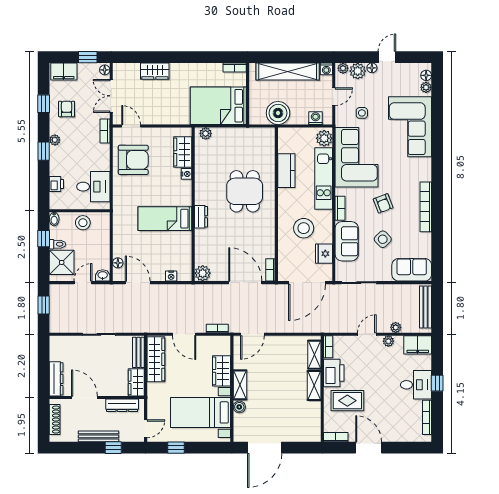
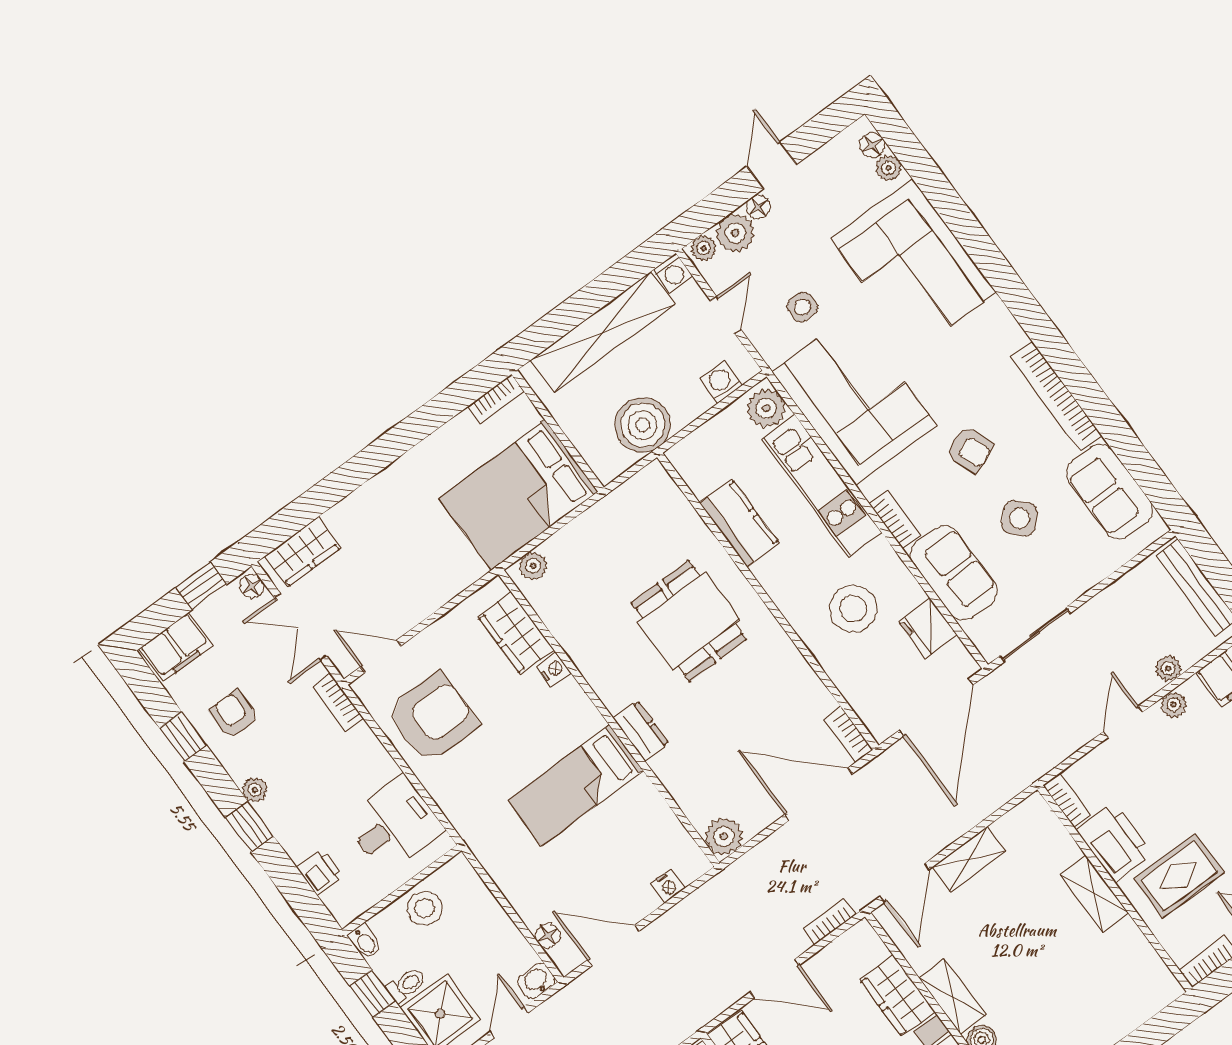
wardrobe: (155, 71) -> (303, 552), moved
sofa: (412, 270) -> (1110, 492), moved, turned -90
shelving: (314, 355) -> (968, 859), moved, turned 90

